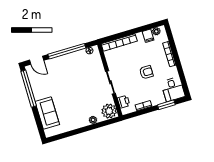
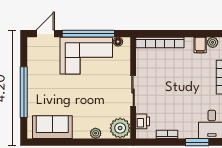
door: (37, 60) -> (45, 34), swing flipped
corner sofa: (70, 67) -> (86, 56), added
armchair: (146, 72) -> (184, 92), removed
window: (29, 89) -> (24, 92), moved
sofa: (47, 113) -> (52, 127), moved, turned -90

